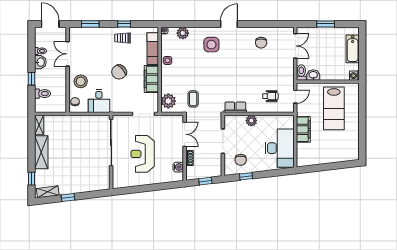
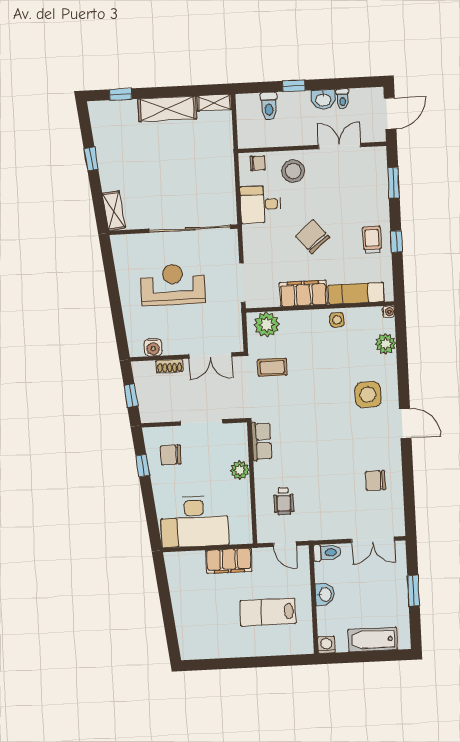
washbasin: (313, 75) -> (325, 594), moved
lab bench: (334, 108) -> (268, 612), width x0.73, depth x0.72
shelving: (48, 192) -> (114, 211), moved

